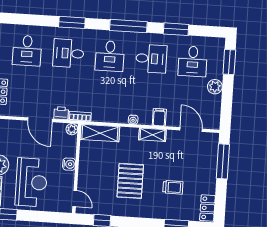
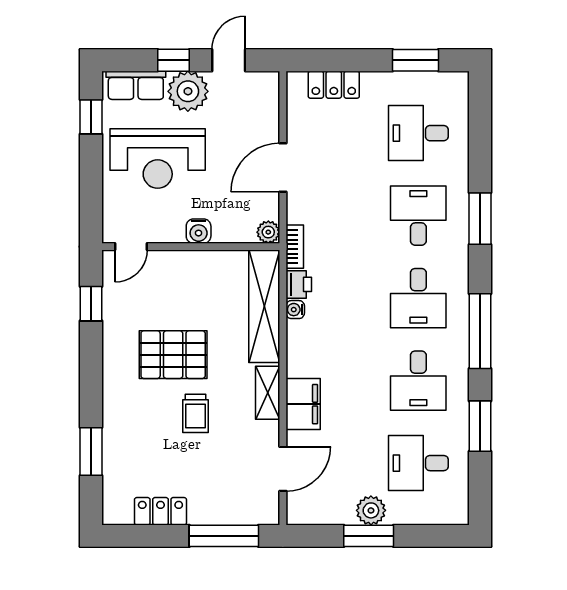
desk: (110, 56) -> (418, 298), turned -90
window: (229, 62) -> (369, 536), moved
printer: (61, 113) -> (299, 284), moved
filing cabinet: (159, 117) -> (303, 404), width x2.00
water cooler: (133, 120) -> (295, 310), moved
shelving: (100, 133) -> (264, 306), width x1.47
trolley: (173, 187) -> (195, 413), moved
locker: (207, 208) -> (160, 511), moved

